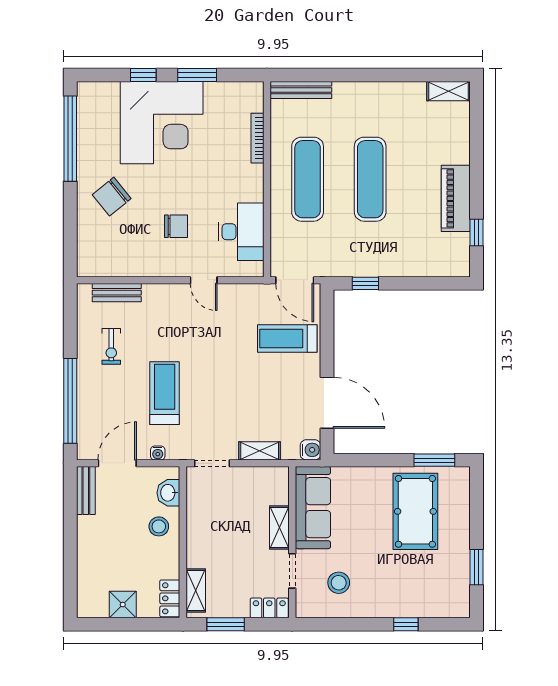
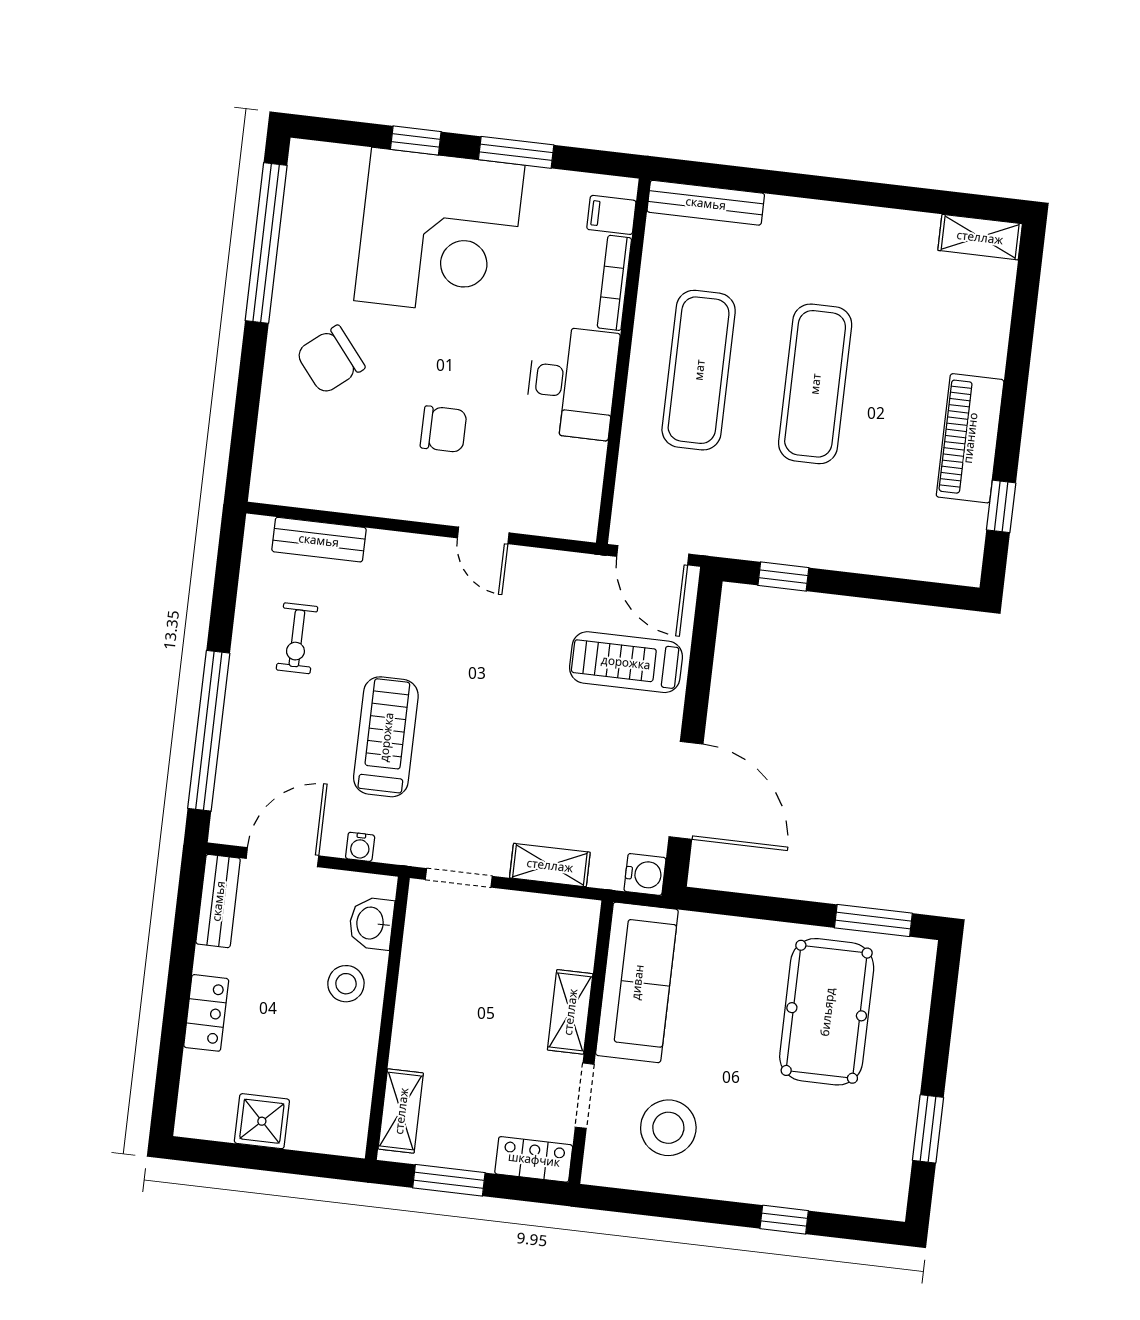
filing cabinet: (252, 102) -> (611, 215), added
desk: (241, 232) -> (572, 383), moved
stool: (339, 583) -> (668, 1128), width x1.38, depth x1.38
locker: (170, 598) -> (206, 1013), moved, turned 180

